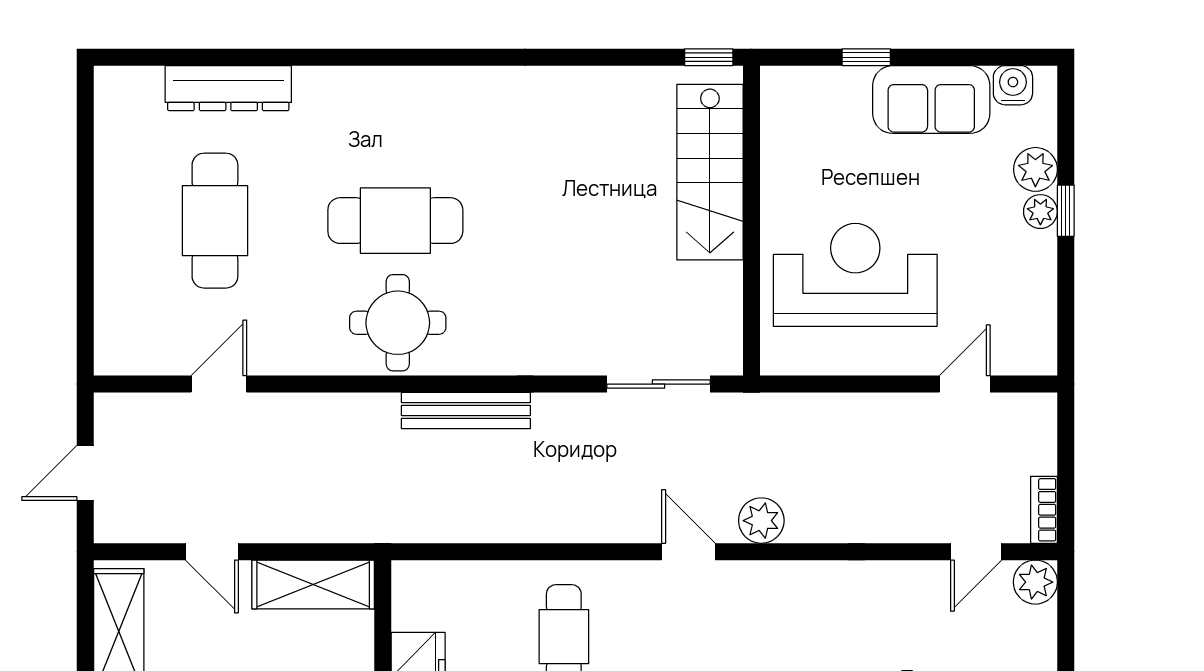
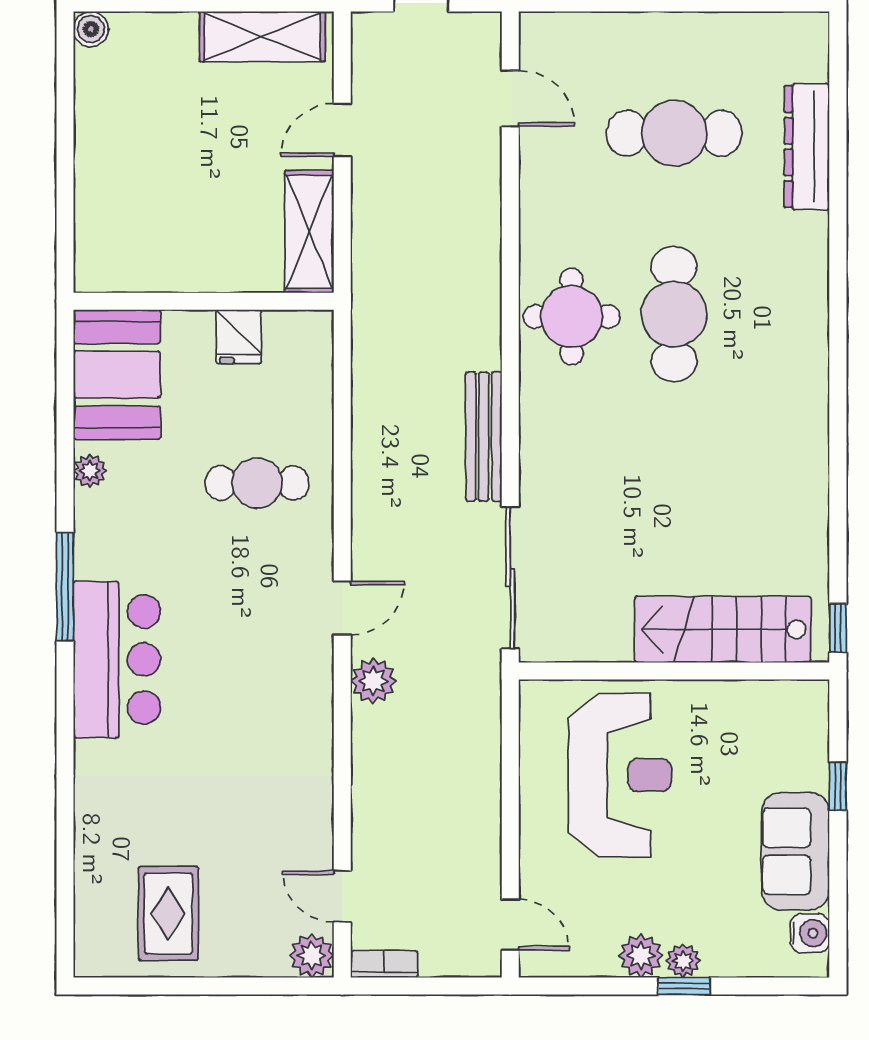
plant: (1035, 169) -> (641, 956), moved
door: (219, 384) -> (510, 98), moved
sliding door: (658, 384) -> (510, 578), width x1.37
door: (965, 384) -> (510, 925), moved
bench: (466, 410) -> (484, 437), moved

